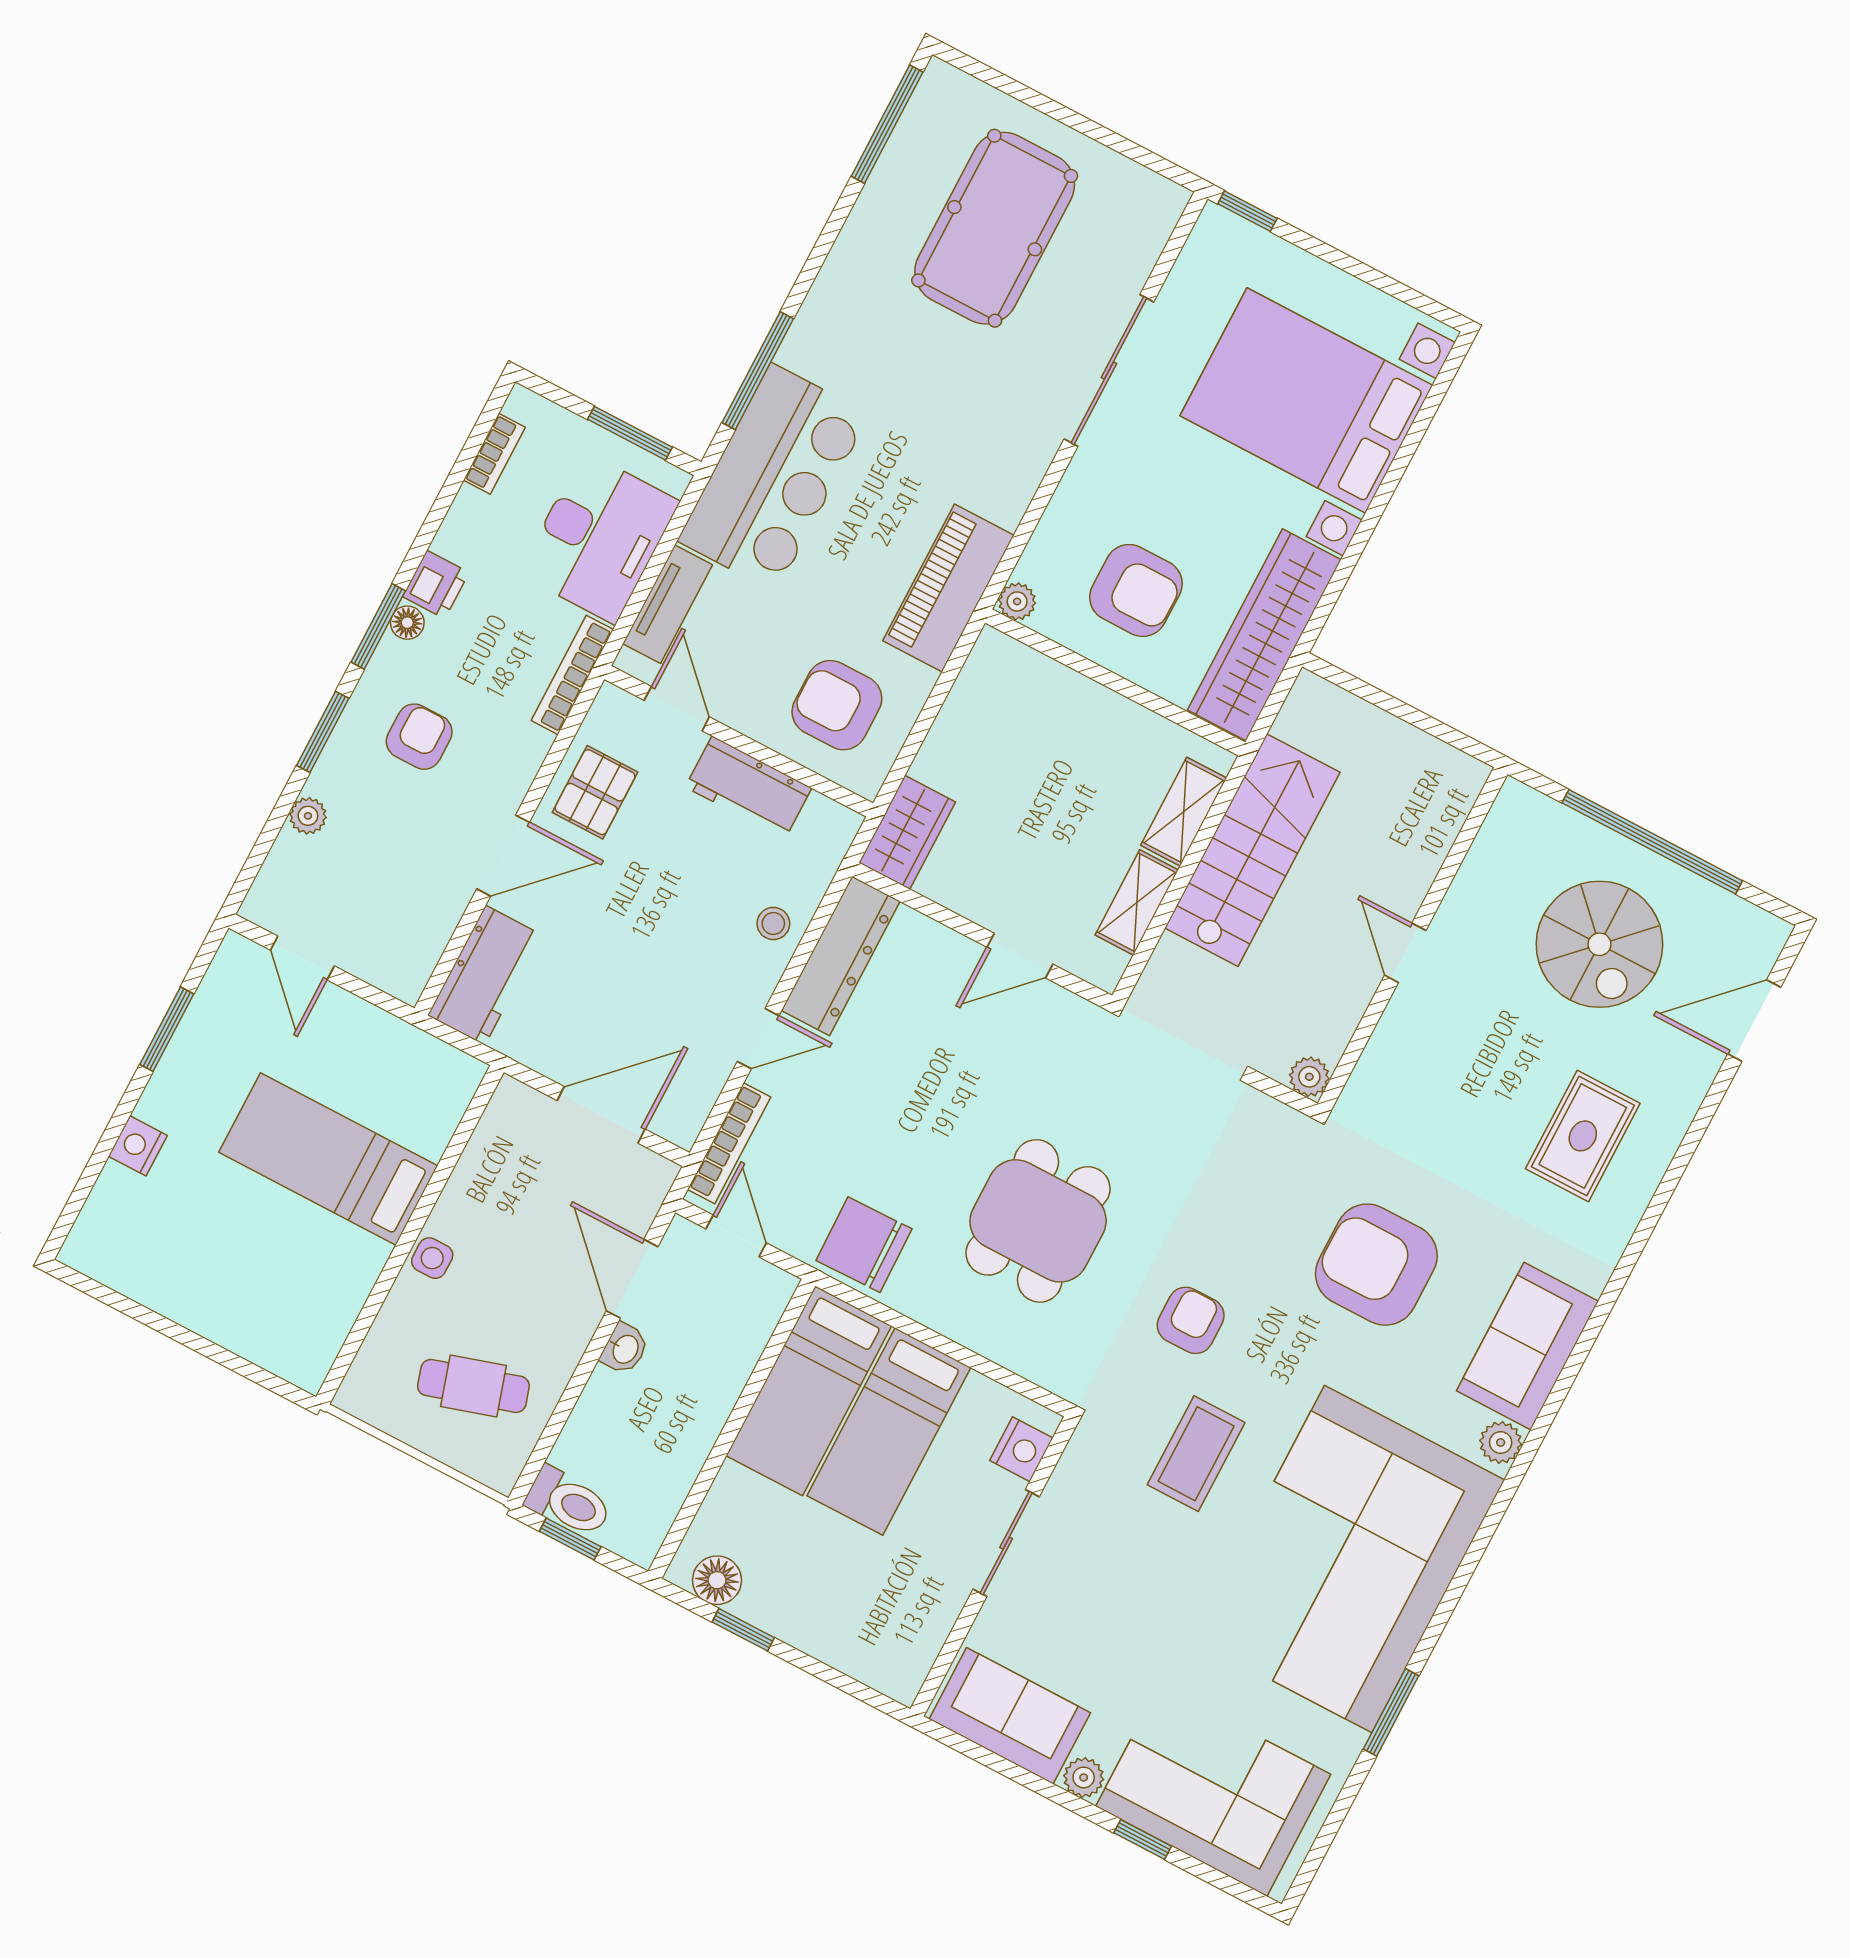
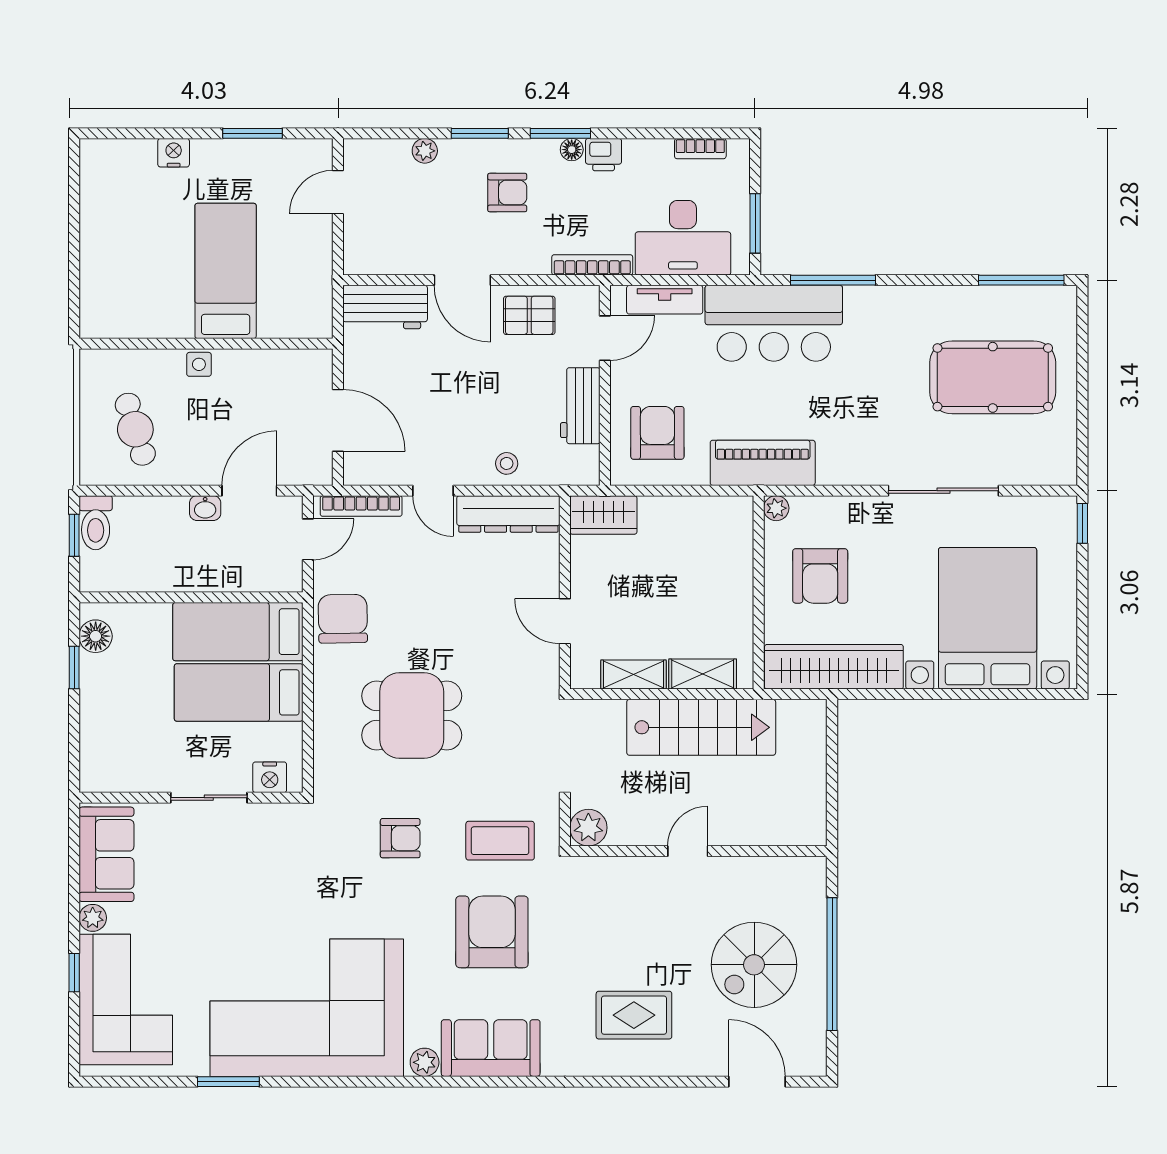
plant: (1309, 1077) -> (588, 828), width x1.38, depth x1.38
coffee table: (1196, 1454) -> (500, 841), moved

